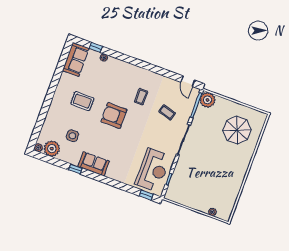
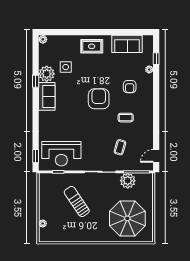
sofa: (76, 59) -> (127, 44), moved
armchair: (113, 82) -> (130, 87), added
plant: (208, 100) -> (128, 181), moved
rug: (82, 101) -> (92, 46), moved, turned 90
parasol: (237, 130) -> (127, 218), width x1.36, depth x1.36
plant: (52, 149) -> (47, 74), moved
sun lounger: (203, 172) -> (77, 202), added

